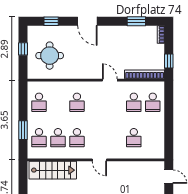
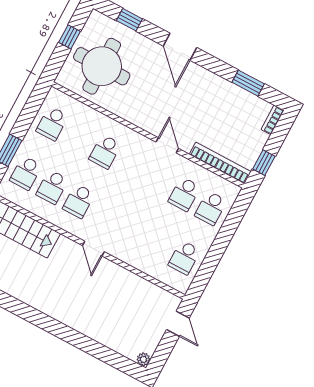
round table: (50, 56) -> (102, 66), width x1.36, depth x1.36
school desk: (134, 138) -> (184, 257), moved

